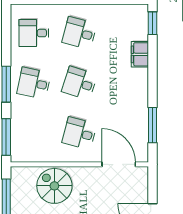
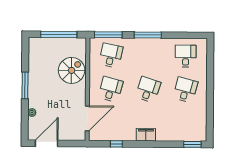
filing cabinet: (140, 54) -> (146, 135), moved
desk: (34, 83) -> (111, 55), moved
window: (153, 125) -> (116, 144), width x0.46

